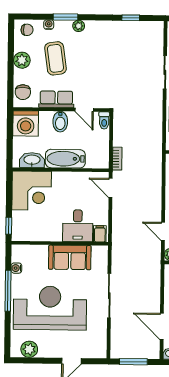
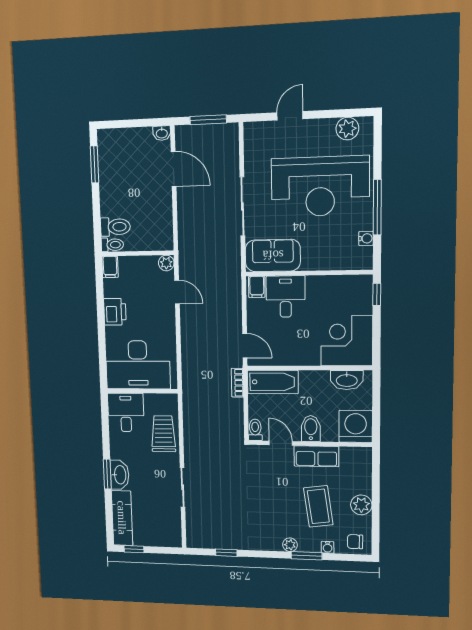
chair: (23, 92) -> (360, 465), removed
bathtub: (65, 159) -> (273, 382), moved
sofa: (70, 257) -> (273, 255), moved

